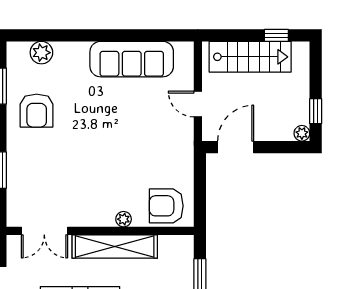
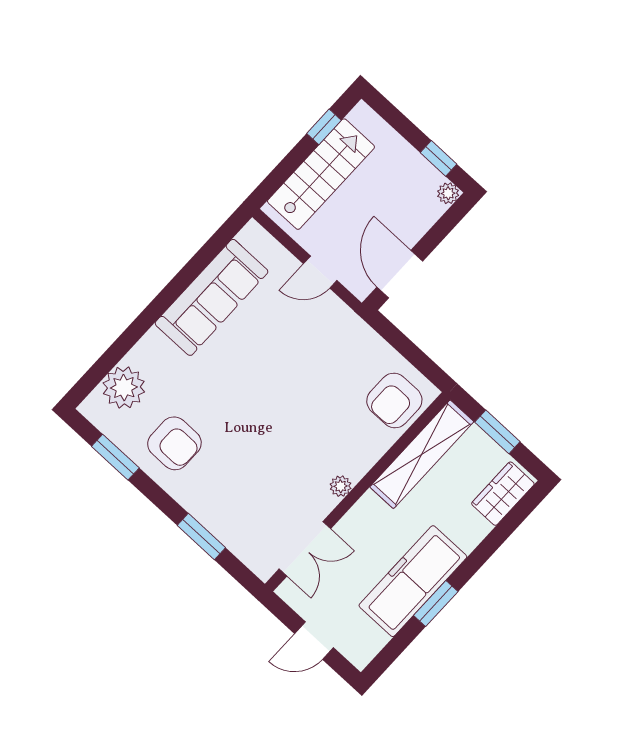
plant: (41, 53) -> (124, 388), width x1.36, depth x1.36
plant: (124, 219) -> (341, 486), moved
shelving: (115, 246) -> (422, 454), moved

